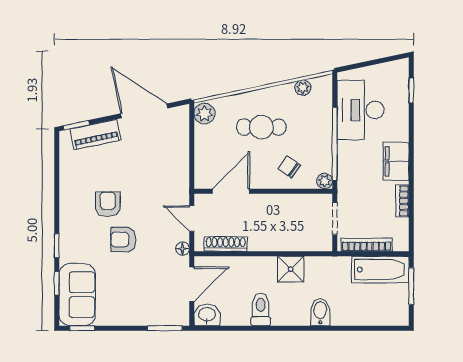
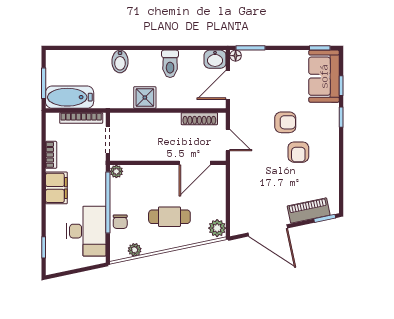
chair: (289, 167) -> (120, 222), moved, turned 55
floor lamp: (183, 249) -> (236, 56), moved

